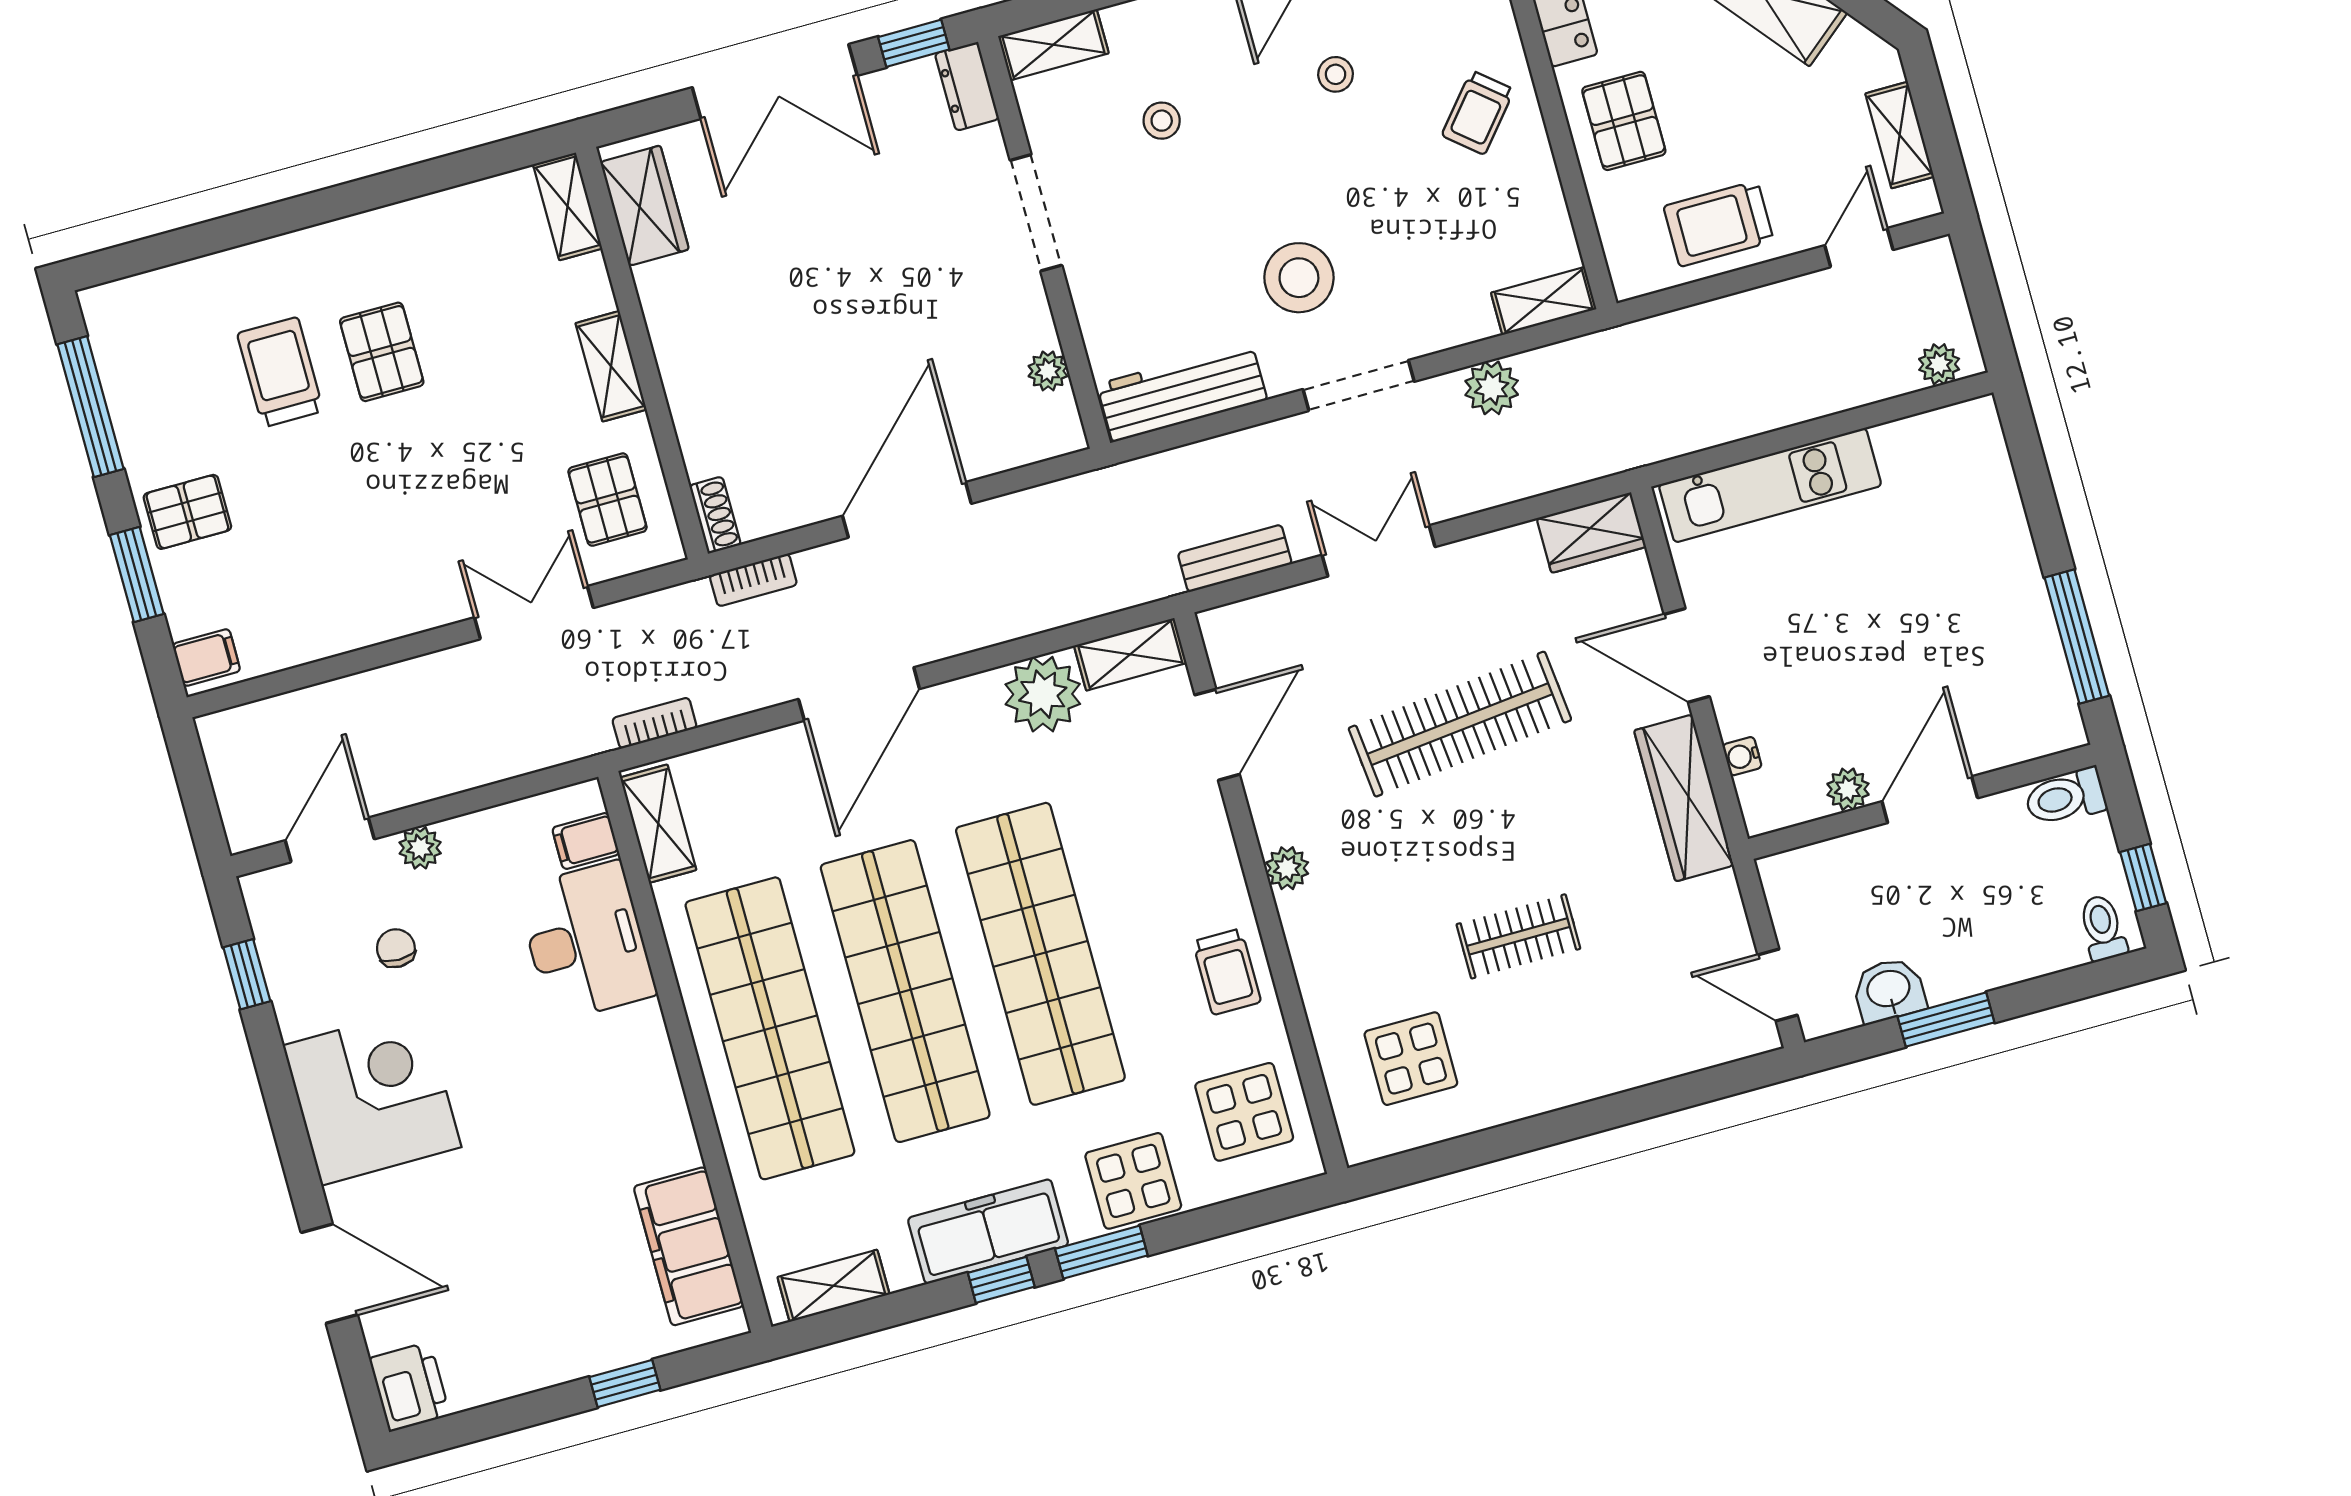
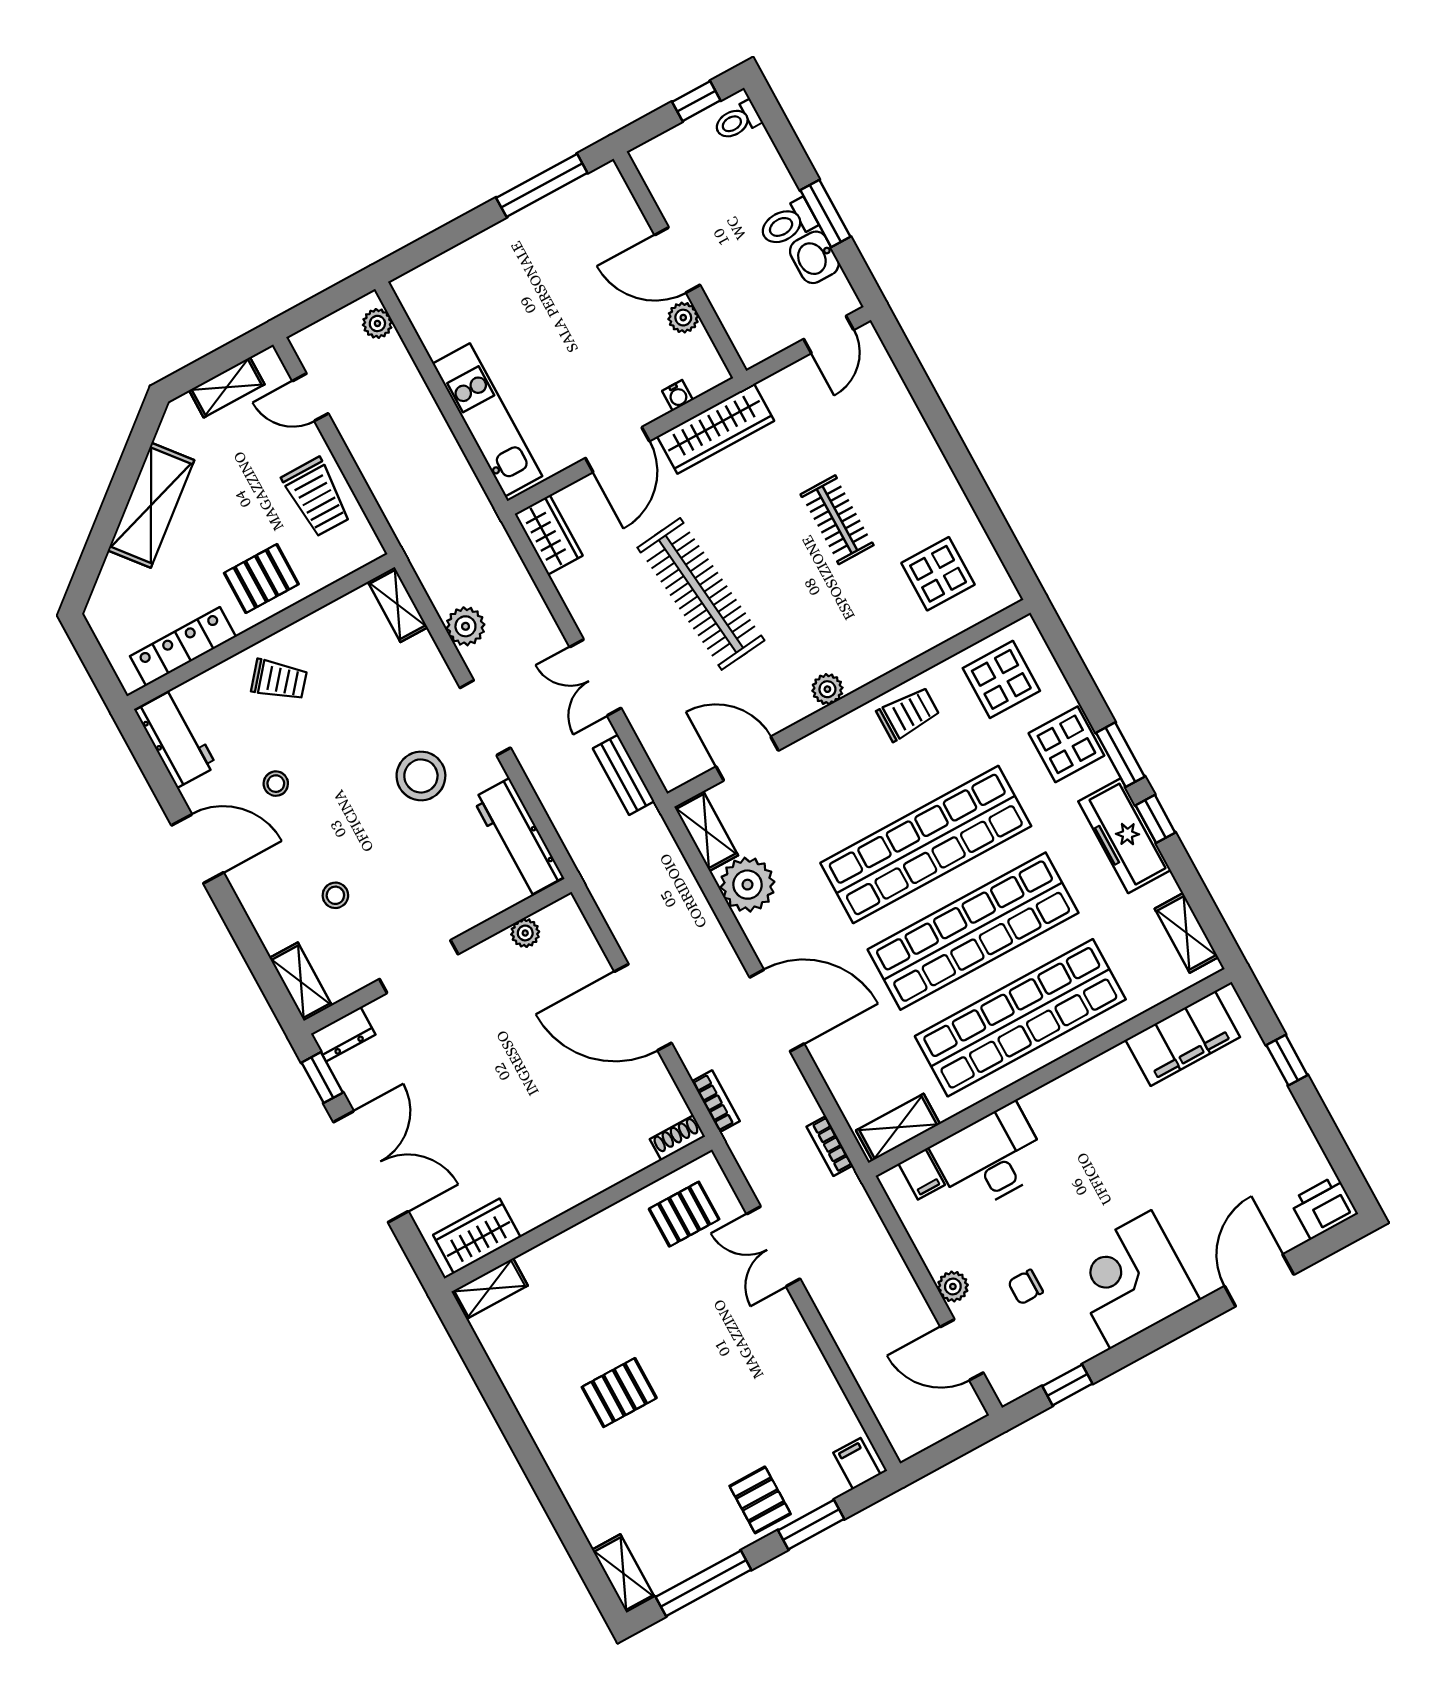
shelving: (611, 366) -> (623, 1574), moved, turned 90
trolley: (280, 372) -> (649, 1459), removed
toilet: (2065, 797) -> (788, 223), moved, turned 90

